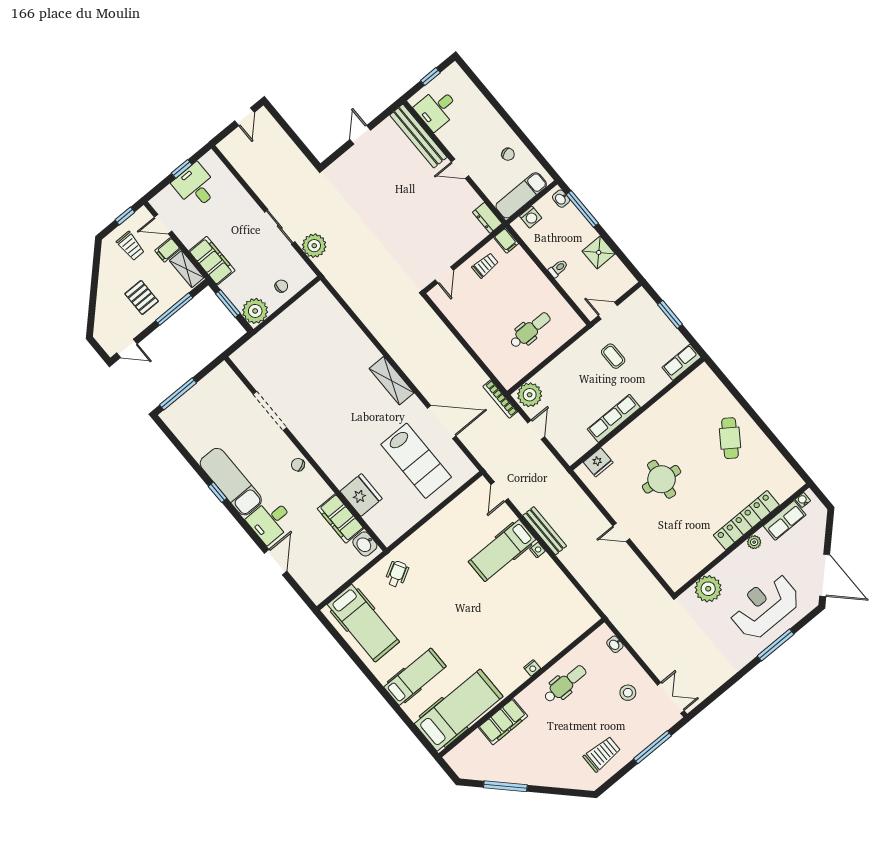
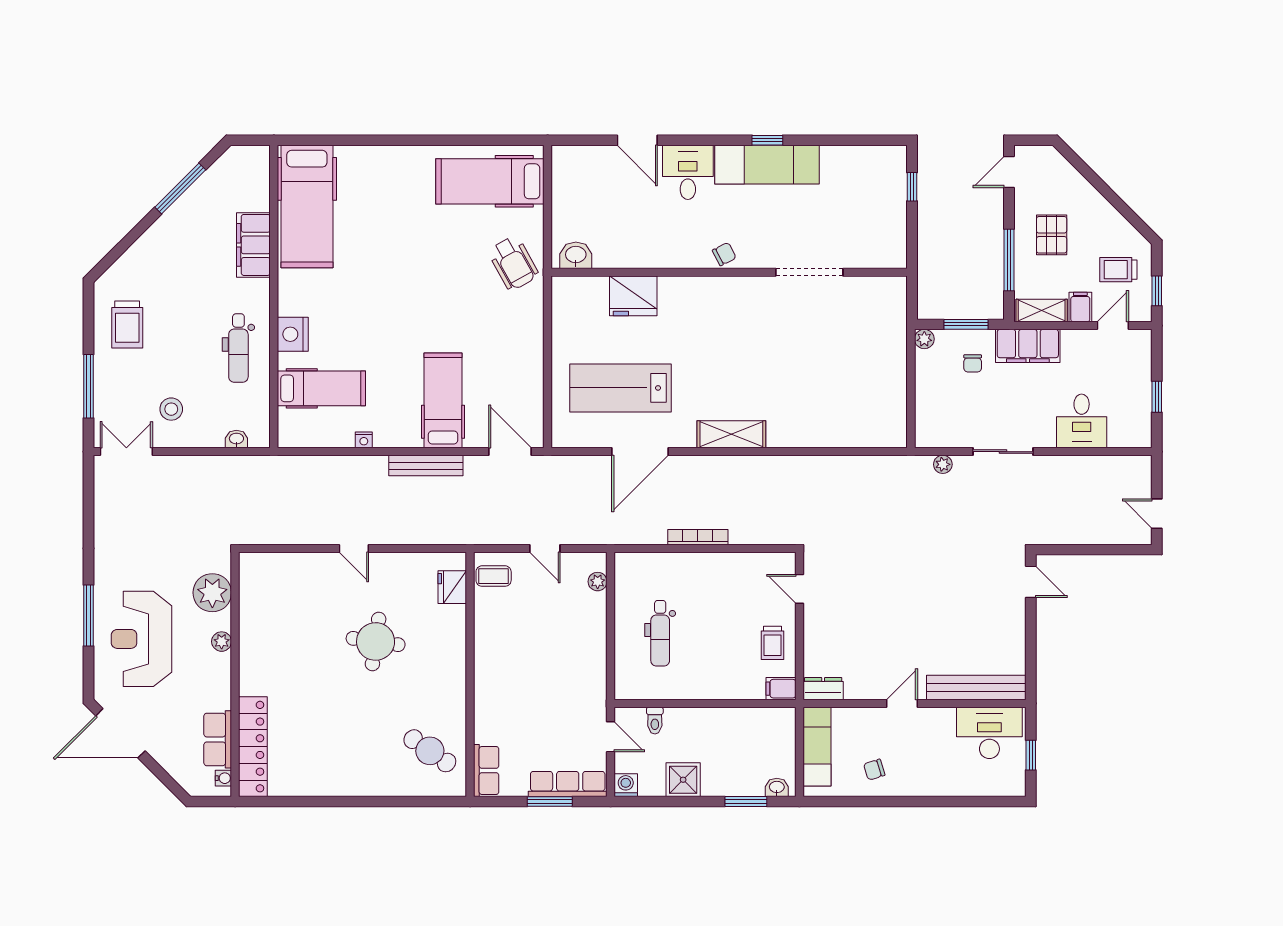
desk: (437, 109) -> (989, 733), width x1.37
door: (360, 135) -> (1031, 582), moved
desk: (195, 186) -> (1082, 421), moved, turned 90
window: (582, 209) -> (746, 802), width x0.69
washing machine: (531, 217) -> (626, 785), moved, turned 90
plant: (314, 246) -> (943, 464), width x0.53, depth x0.53
toilet: (558, 268) -> (655, 721), moved
chair: (281, 286) -> (973, 363), moved
pallet: (142, 297) -> (1052, 235), turned 90
plant: (255, 311) -> (924, 339), width x0.53, depth x0.53
door: (608, 311) -> (611, 737), hinge flipped
coffee table: (613, 356) -> (494, 576), moved
window: (178, 394) -> (912, 187), width x0.46
plant: (530, 395) -> (598, 582), width x0.53, depth x0.53
bookcase: (500, 399) -> (698, 537), moved
row of seats: (614, 418) -> (568, 784), moved, turned -90
cafe table: (730, 438) -> (430, 751), moved
door: (500, 492) -> (510, 452), width x1.38
filing cabinet: (341, 519) -> (626, 252), removed
locker: (746, 520) -> (253, 747), moved
door: (621, 532) -> (354, 548), swing flipped
plant: (754, 542) -> (222, 642), moved
nightstand: (537, 550) -> (364, 440), moved
wheelchair: (397, 574) -> (513, 263), width x1.36, depth x1.37
reception desk: (765, 606) -> (141, 639), turned 180
nightstand: (532, 668) -> (293, 334), width x1.89, depth x1.79
hospital bed: (415, 677) -> (321, 388), moved, turned -90
double door: (671, 698) -> (126, 452), swing flipped

